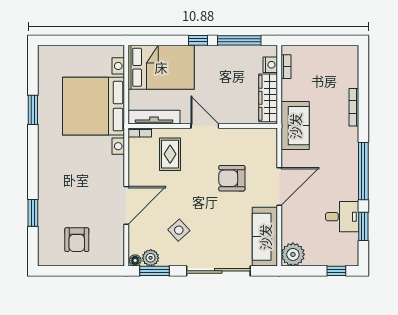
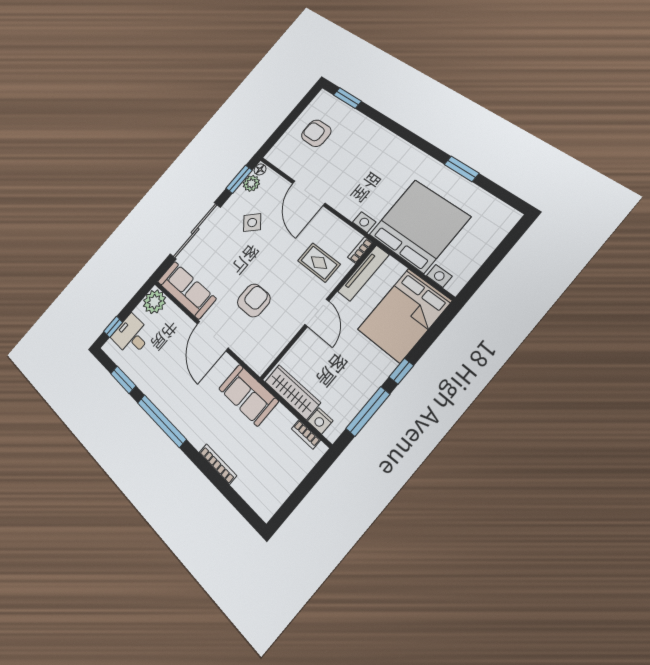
door: (205, 126) -> (317, 313), hinge flipped
window: (33, 213) -> (347, 98), moved
desk: (342, 217) -> (131, 336), moved, turned 90

